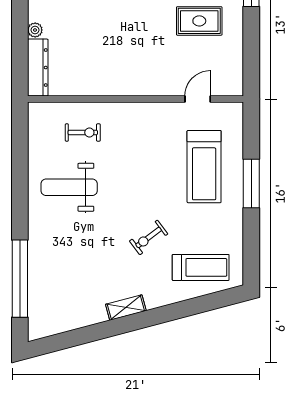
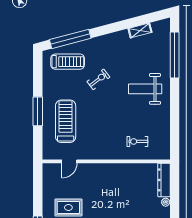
weight bench: (69, 187) -> (145, 89), moved, turned 180
treadmill: (201, 267) -> (68, 62), turned 180
window: (196, 306) -> (70, 39), added
shelving: (126, 308) -> (140, 30), moved

